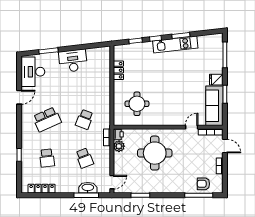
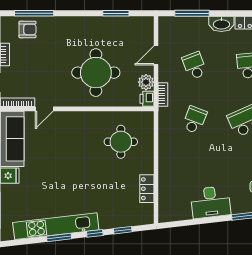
kitchen unit: (175, 44) -> (56, 226), width x1.36
door: (112, 182) -> (156, 55), moved
washbasin: (88, 188) -> (221, 24), moved

